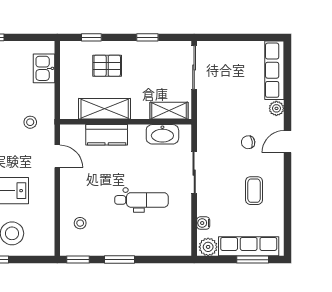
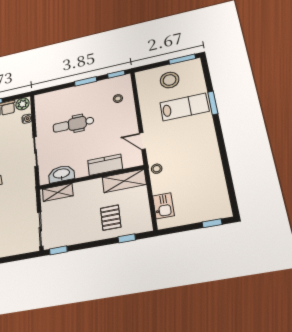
window: (147, 37) -> (58, 250), moved
pallet: (107, 66) -> (111, 218), turned 90
shelving: (105, 109) -> (124, 181), moved
stool: (30, 122) -> (157, 169), moved

